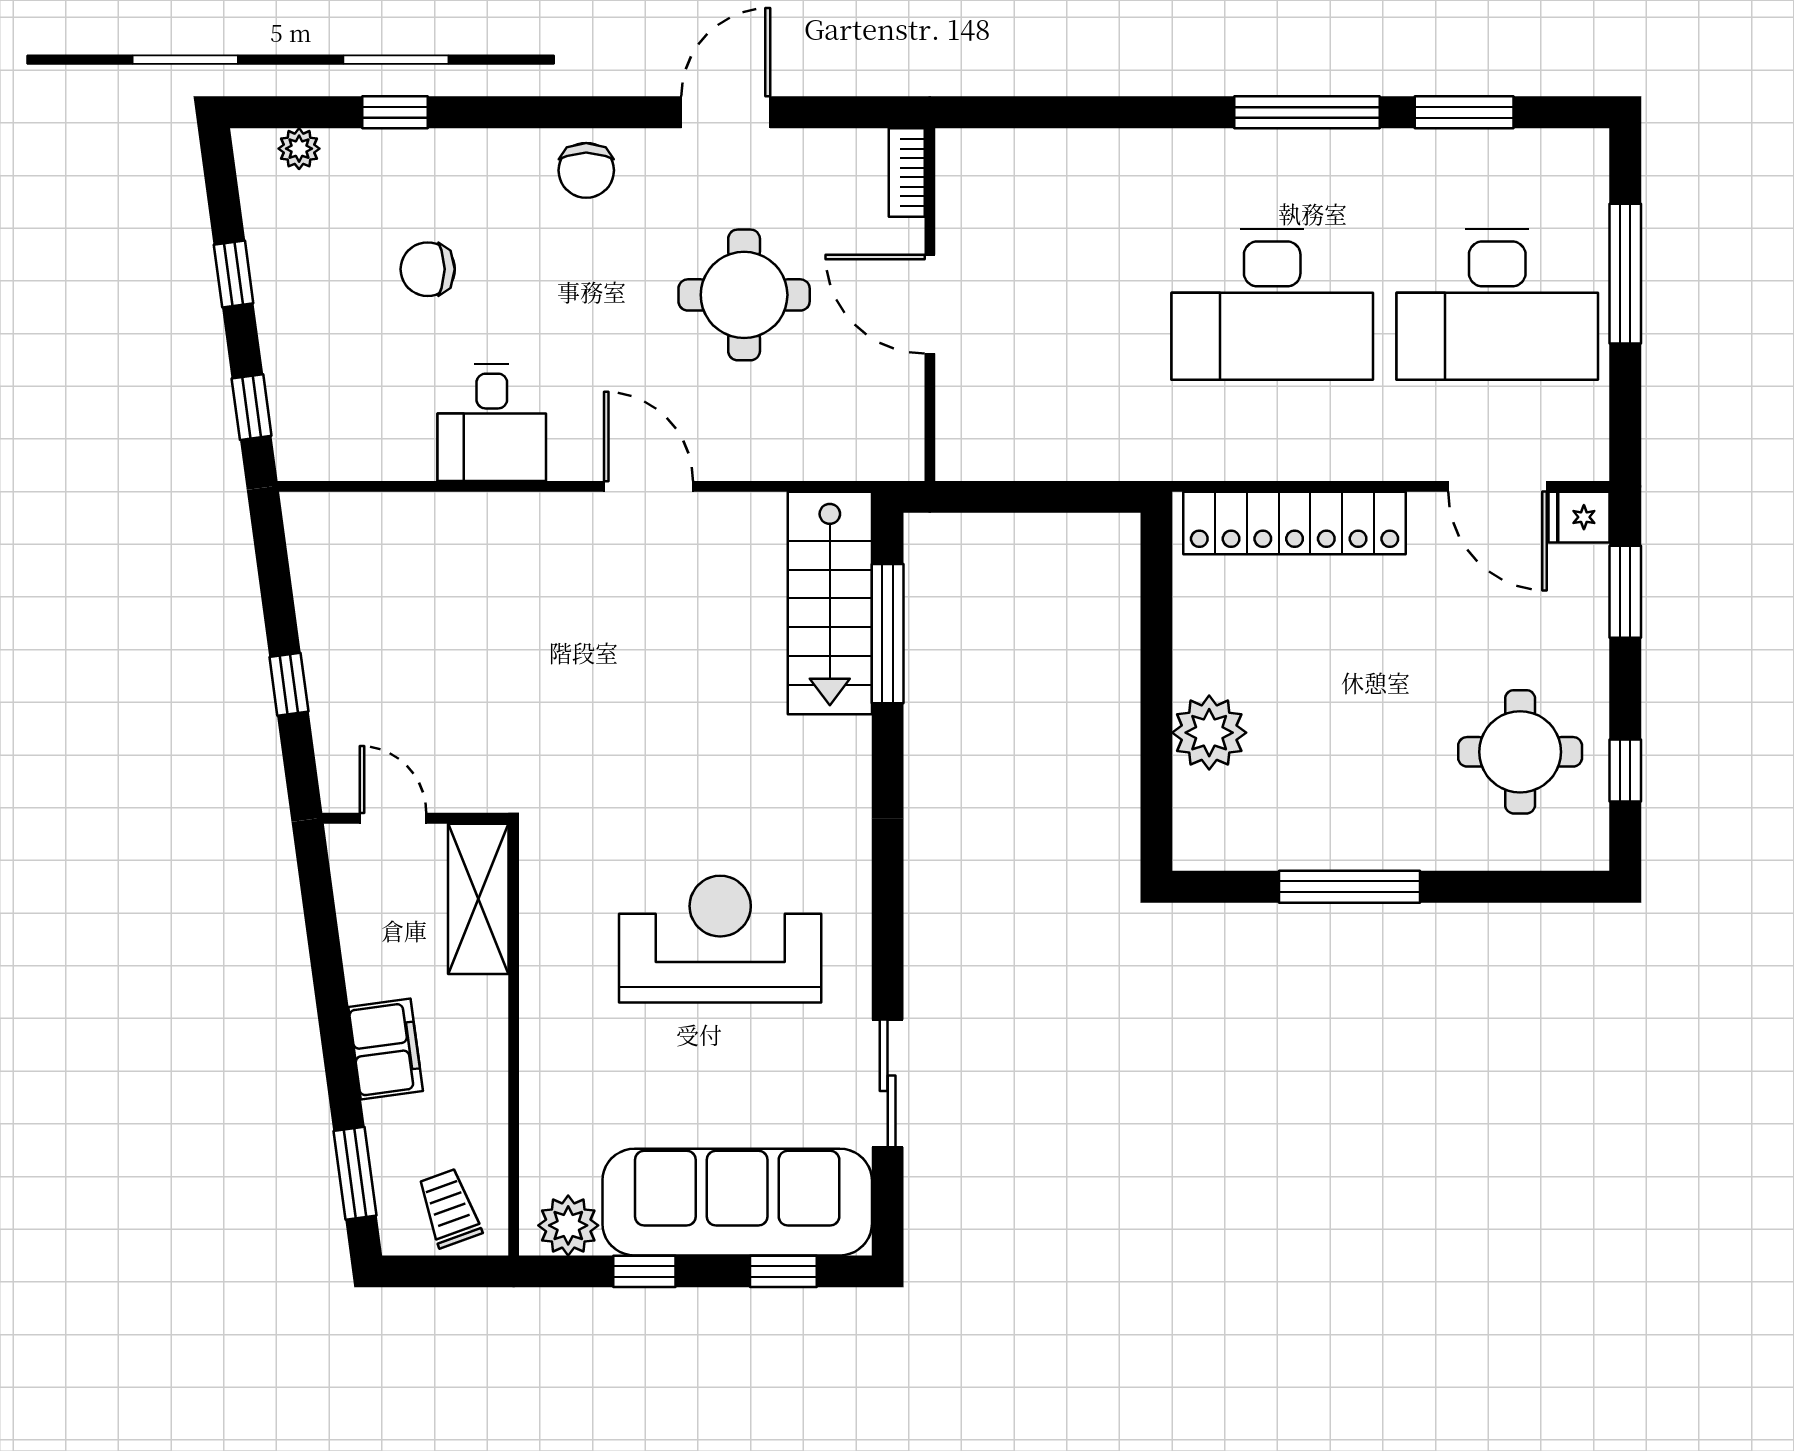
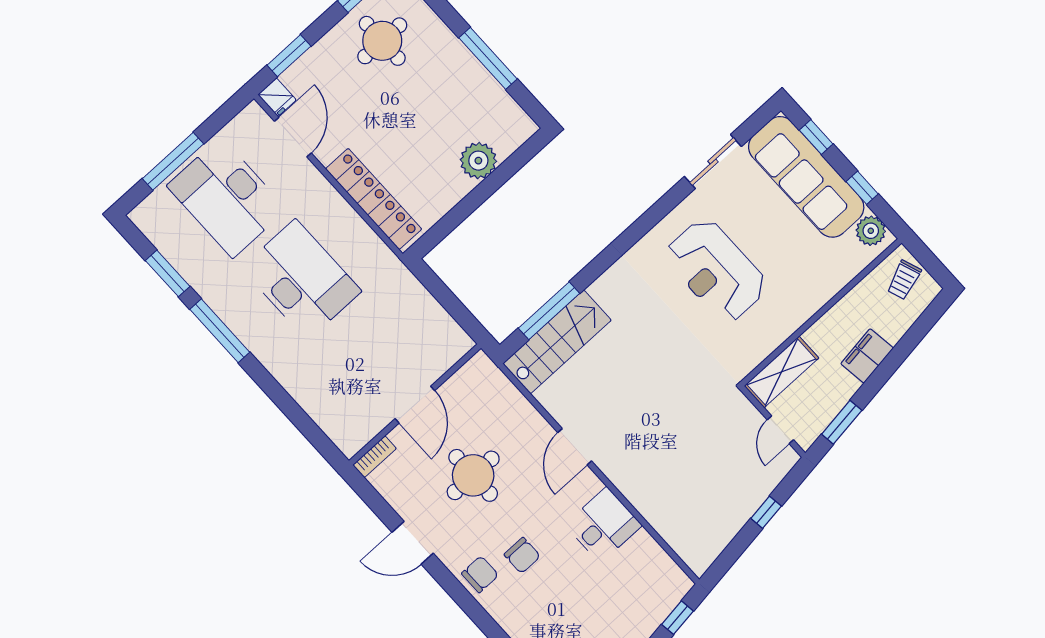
chair: (428, 269) -> (522, 555), moved
desk: (1497, 305) -> (227, 198), turned 180
window: (355, 1173) -> (842, 422), moved

